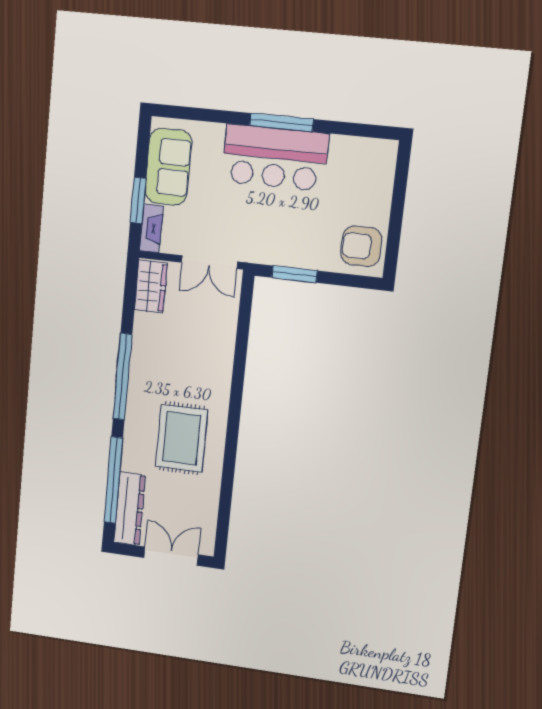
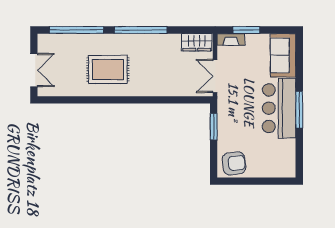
sofa: (168, 167) -> (283, 55), moved, turned 90
armchair: (361, 246) -> (234, 163), turned 83
dresser: (129, 509) -> (60, 42), removed

